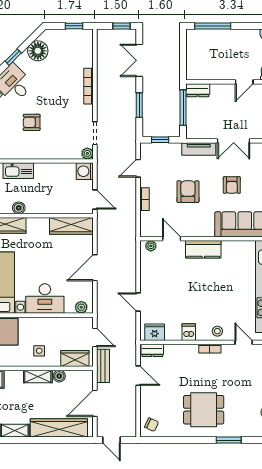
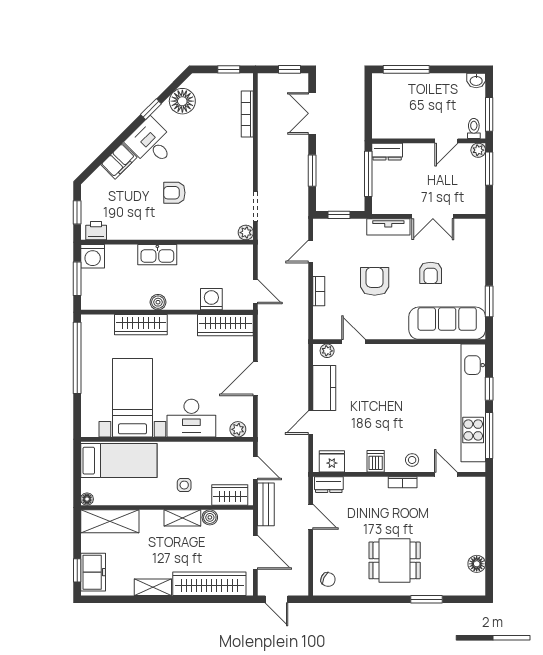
bookcase: (89, 86) -> (247, 114), moved
washing machine: (85, 171) -> (211, 299), moved, turned 90
kitchen counter: (203, 249) -> (324, 388), moved, turned -90
door: (138, 302) -> (311, 423), hinge flipped
door: (95, 403) -> (255, 552), swing flipped

